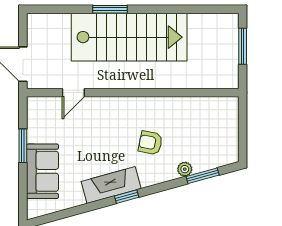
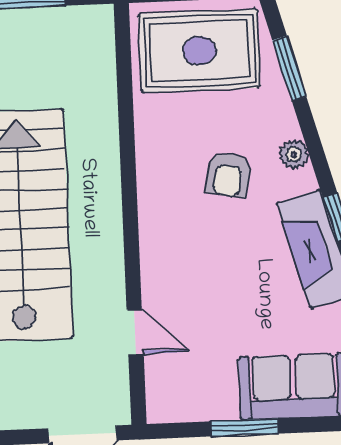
rug: (213, 131) -> (199, 51), added
plant: (185, 169) -> (294, 154), moved

